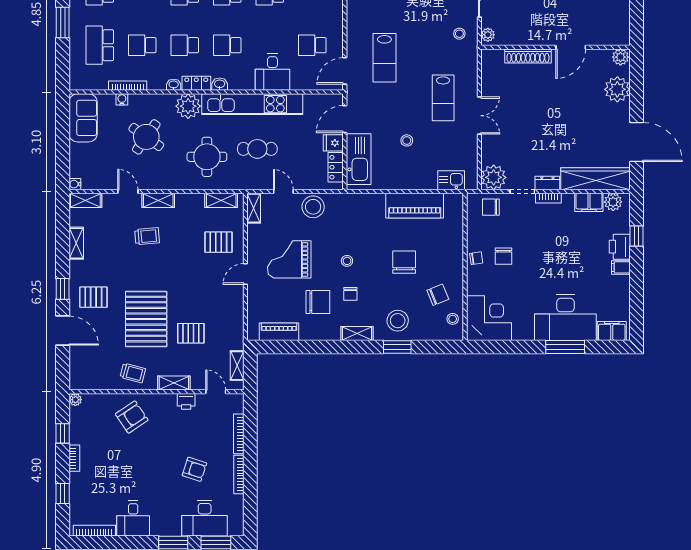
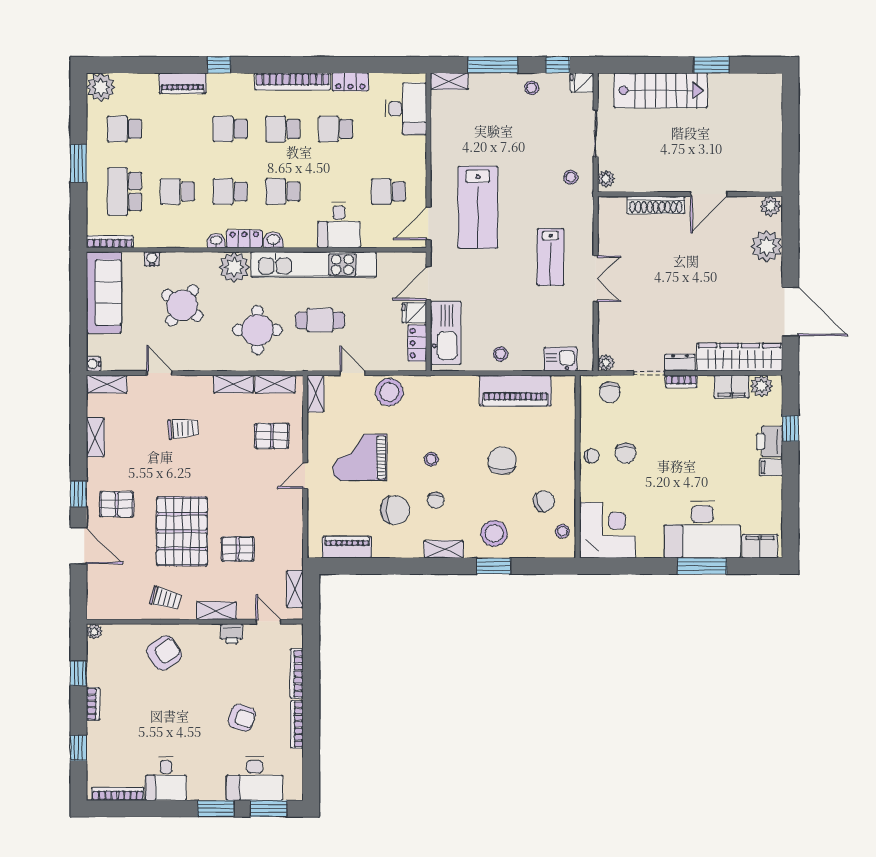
lab bench: (384, 58) -> (478, 207), width x1.36, depth x1.39
bookcase: (128, 86) -> (110, 242), moved
sofa: (83, 118) -> (104, 293), width x1.36
stool: (407, 140) -> (500, 354), moved
plant: (494, 177) -> (606, 363), width x0.53, depth x0.53
shelving: (158, 200) -> (234, 384), moved
chair: (491, 207) -> (610, 392), turned -90

